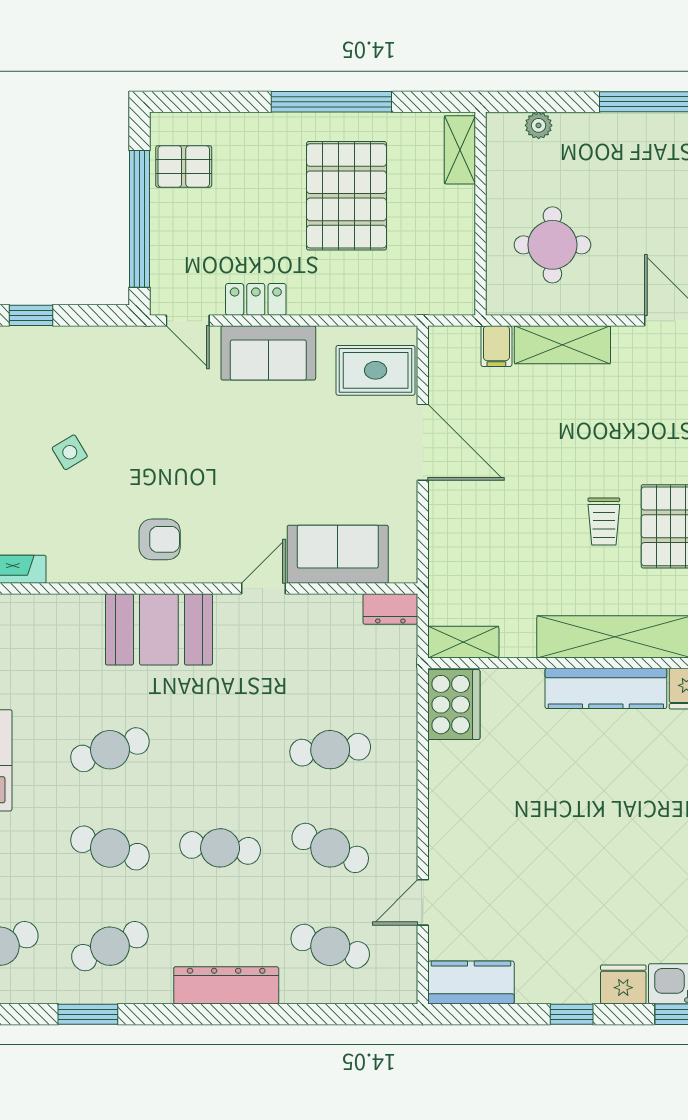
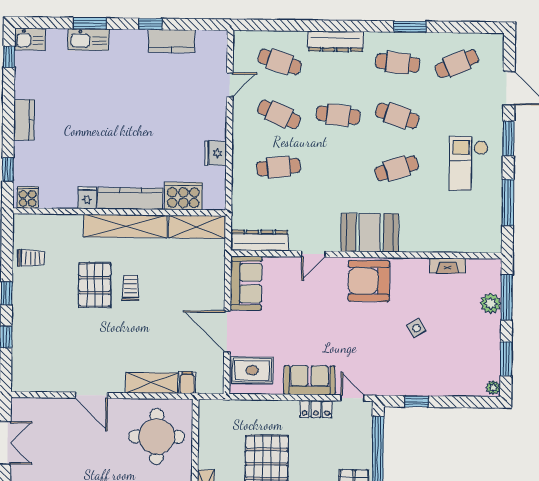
round table: (552, 245) -> (157, 437), width x1.36, depth x1.36
window: (31, 315) -> (417, 401), moved
armchair: (160, 539) -> (369, 281), width x1.88, depth x1.88
sofa: (338, 554) -> (246, 283), moved, turned -90
dresser: (390, 609) -> (260, 240), width x1.96, depth x1.24
shelving: (463, 642) -> (197, 227), width x1.50, depth x1.33
cooker: (454, 705) -> (183, 196), moved, turned 90
cafe table: (110, 946) -> (398, 63), turned 30
kitchen counter: (471, 982) -> (172, 41), moved
fridge: (623, 984) -> (216, 153), moved, turned 90

